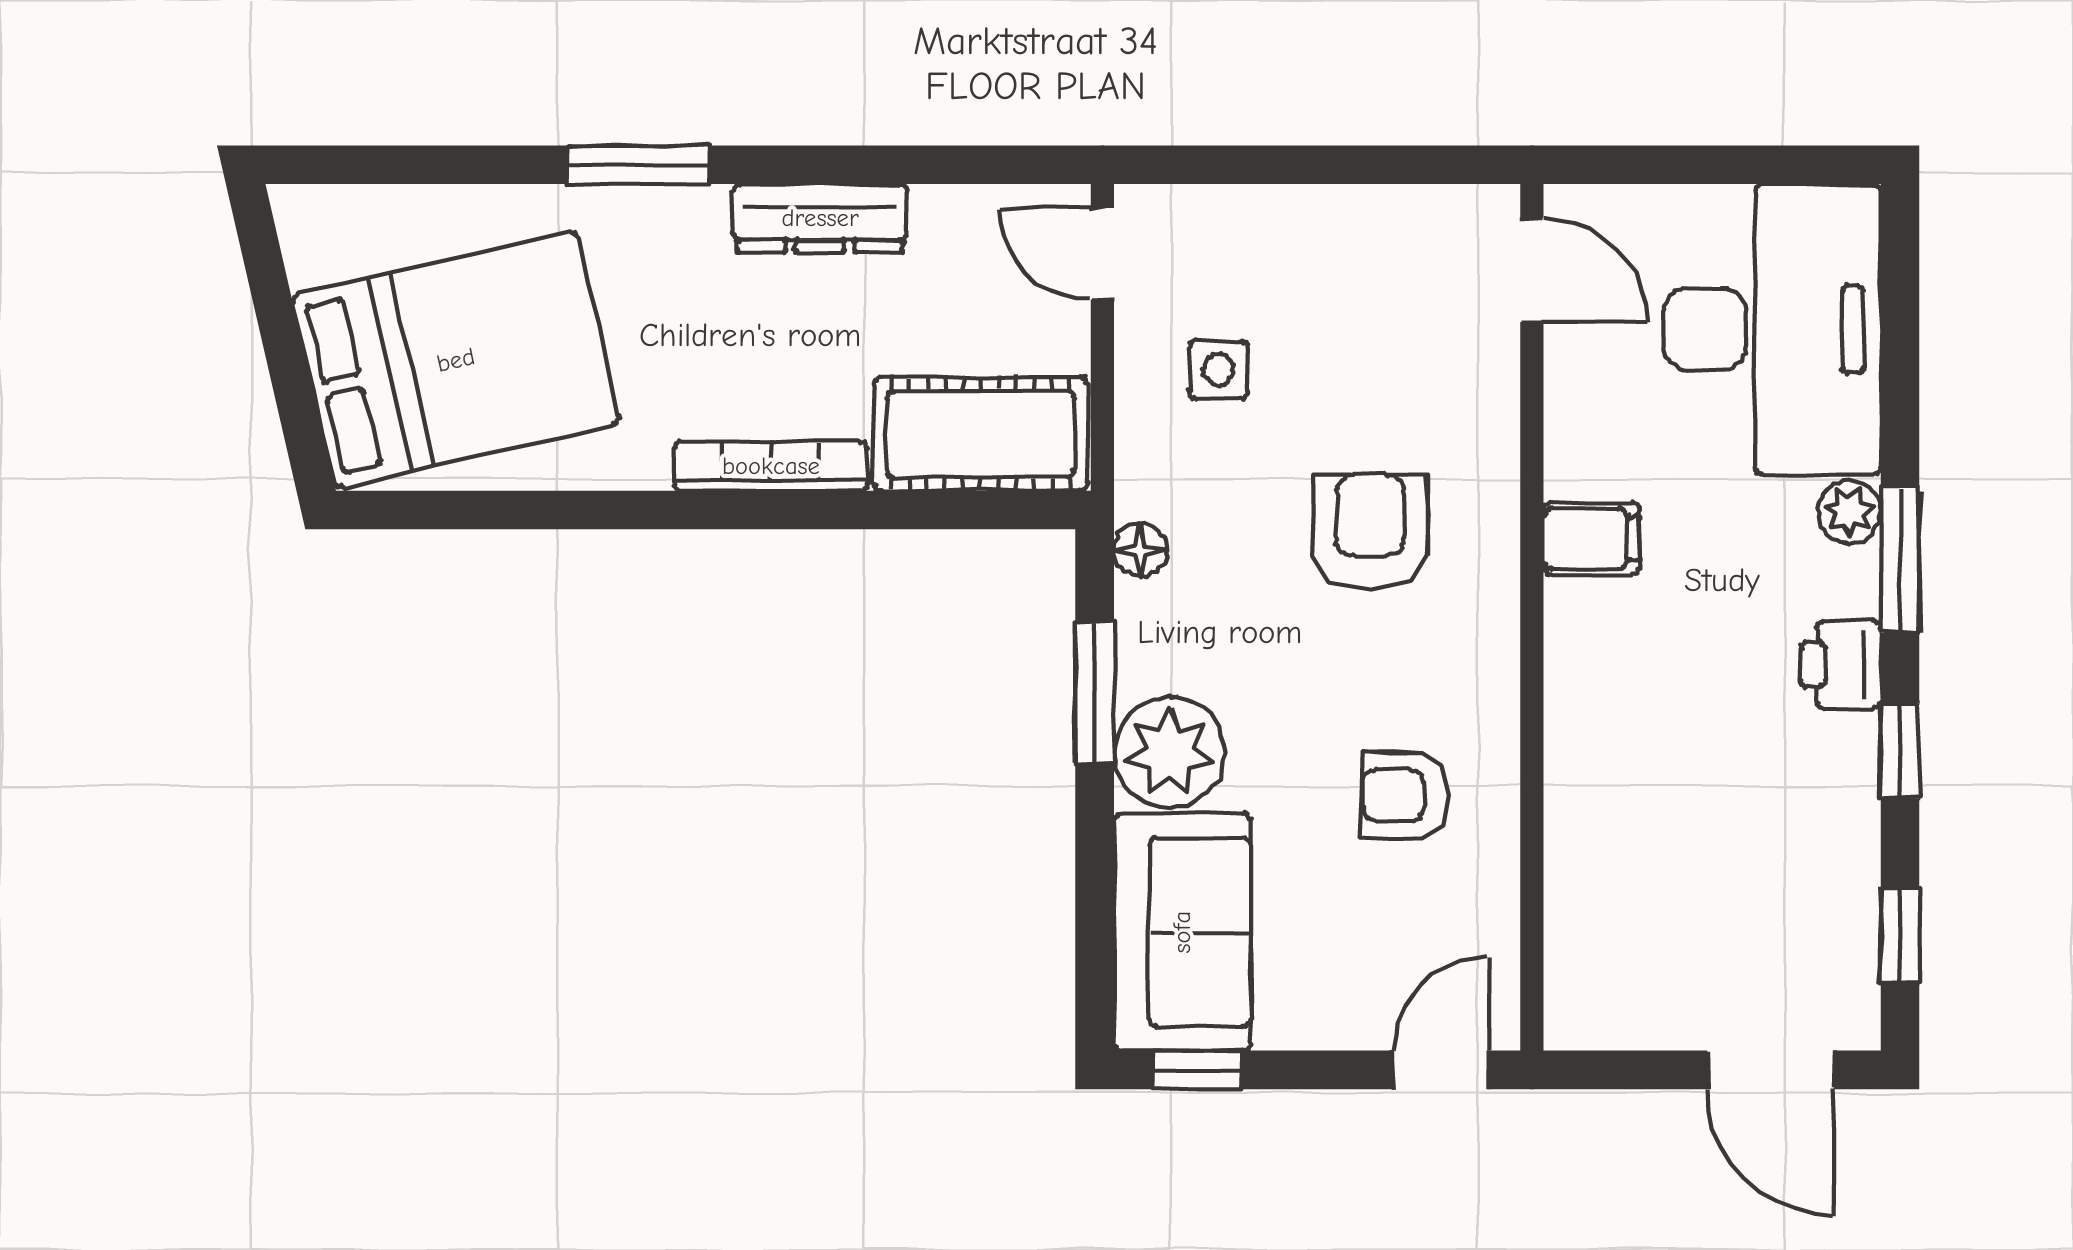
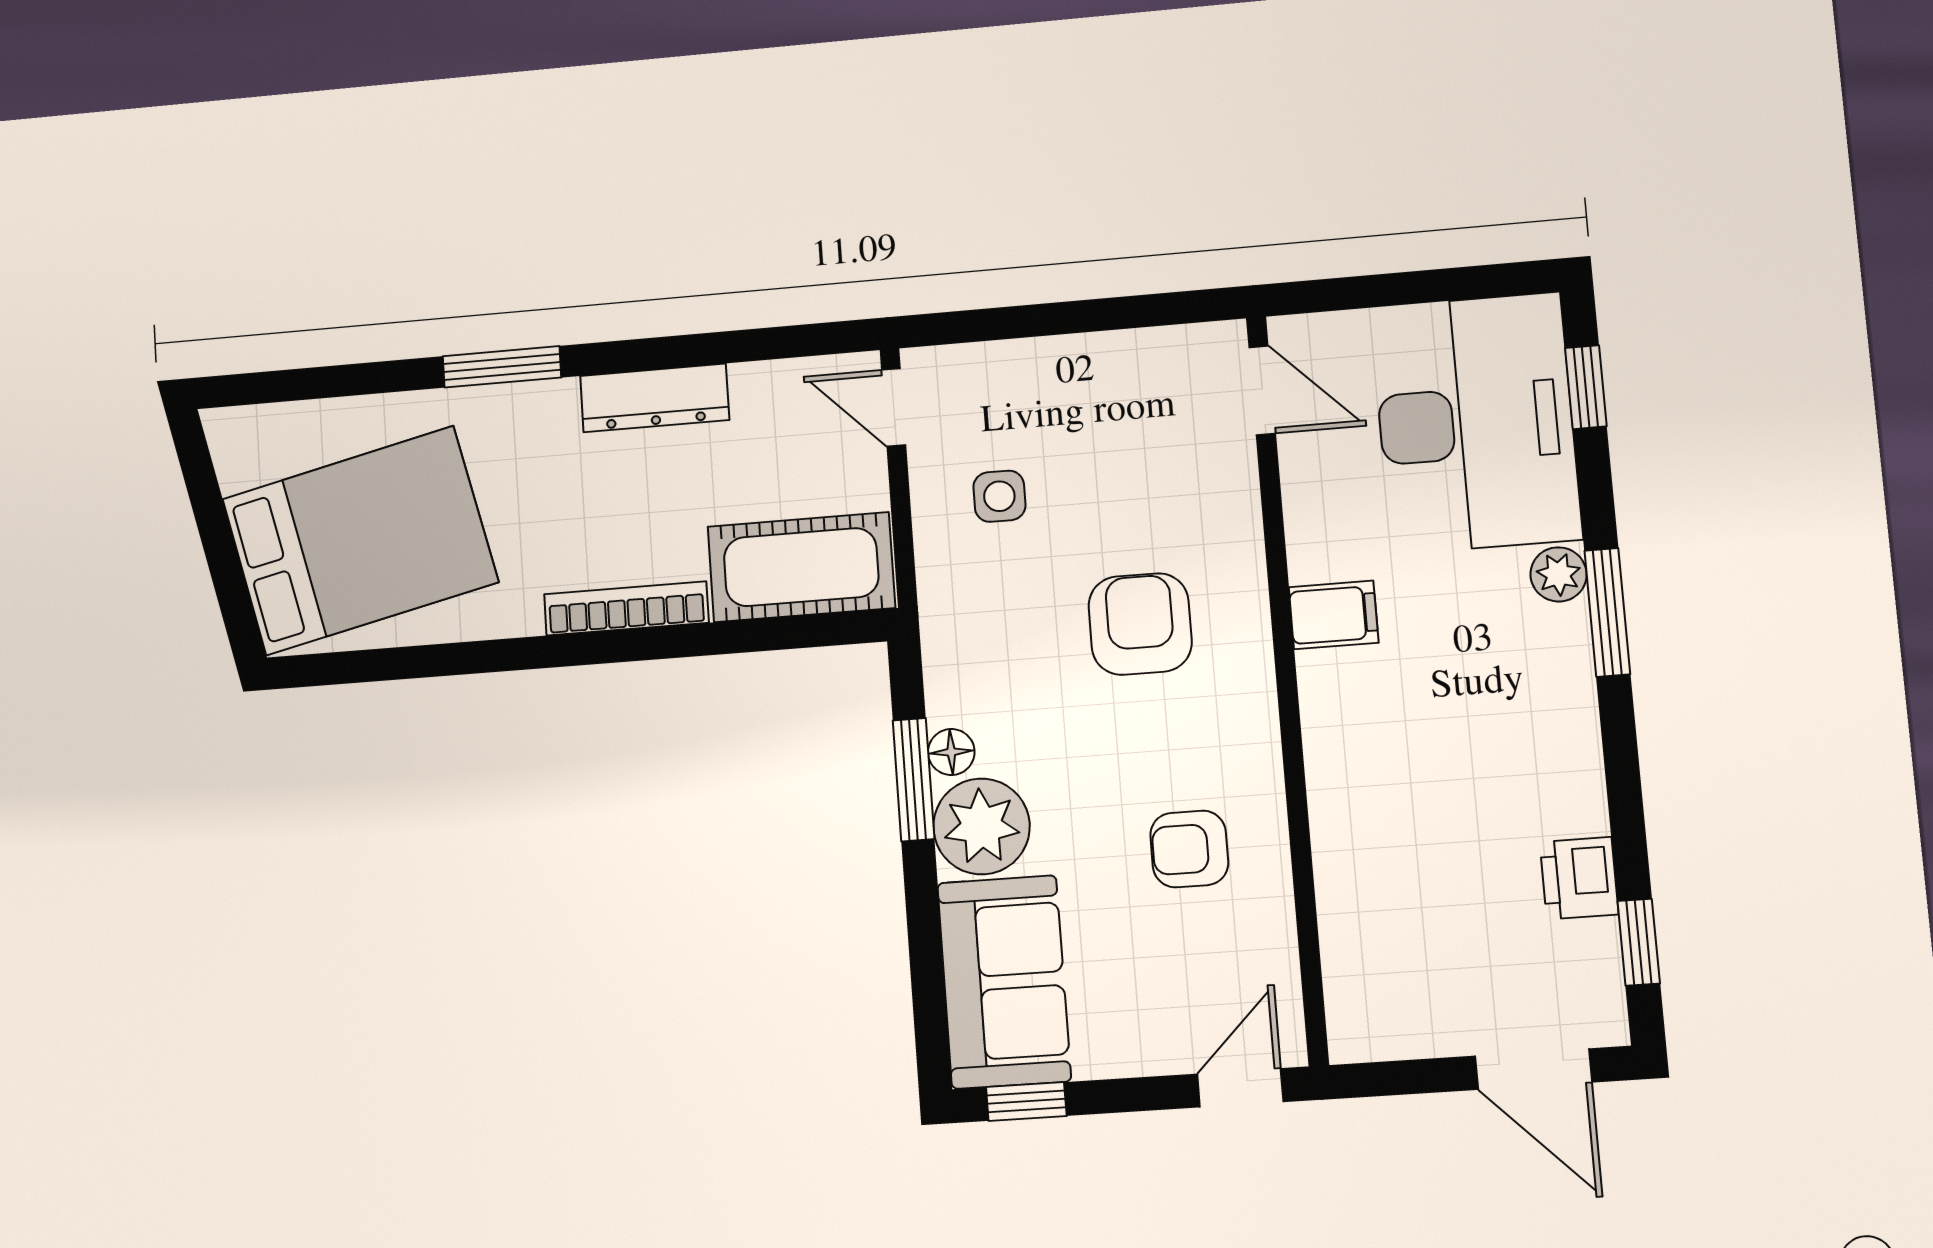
floor lamp: (1141, 550) -> (951, 752), moved
printer: (1841, 664) -> (1579, 878), moved
window: (1900, 751) -> (1586, 387), moved

